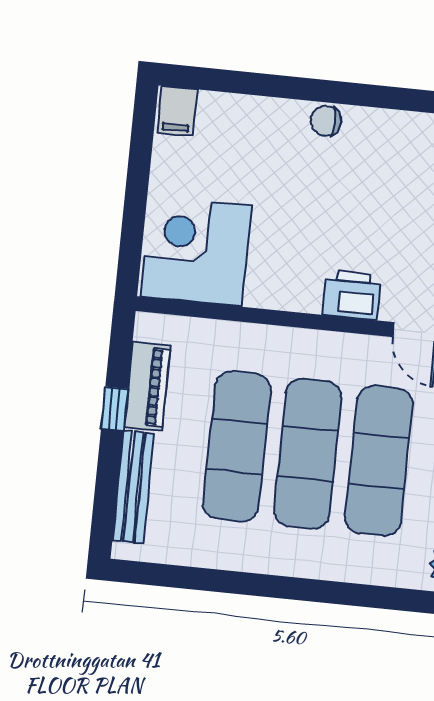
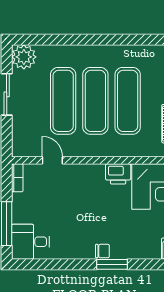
window: (308, 89) -> (112, 264), added
printer: (352, 295) -> (118, 174), moved

